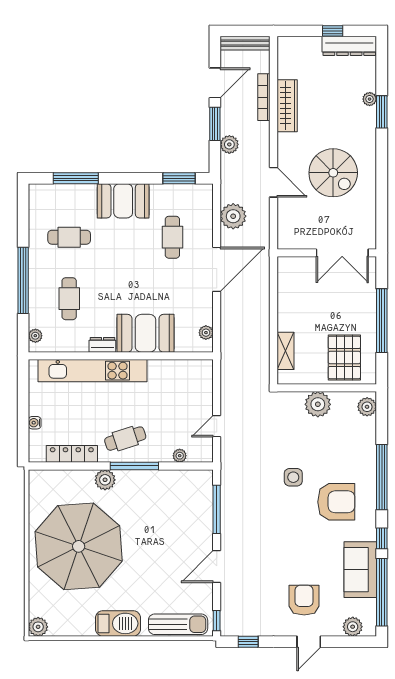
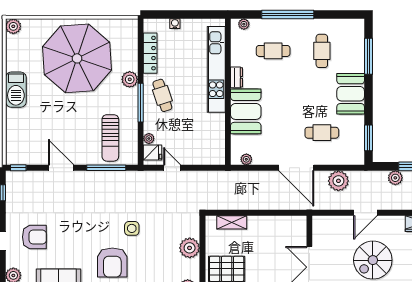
fridge: (197, 451) -> (153, 153), added
sun lounger: (178, 624) -> (110, 138), moved

